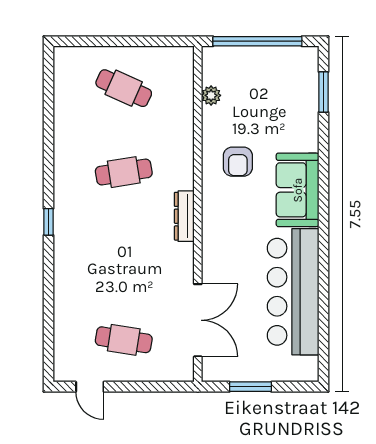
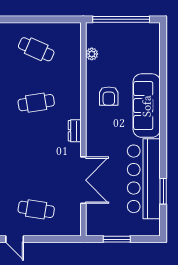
window: (323, 92) -> (163, 191), moved
sofa: (298, 190) -> (147, 106), width x1.36
dresser: (184, 216) -> (75, 131), width x0.70
double door: (198, 320) -> (83, 180), moved

